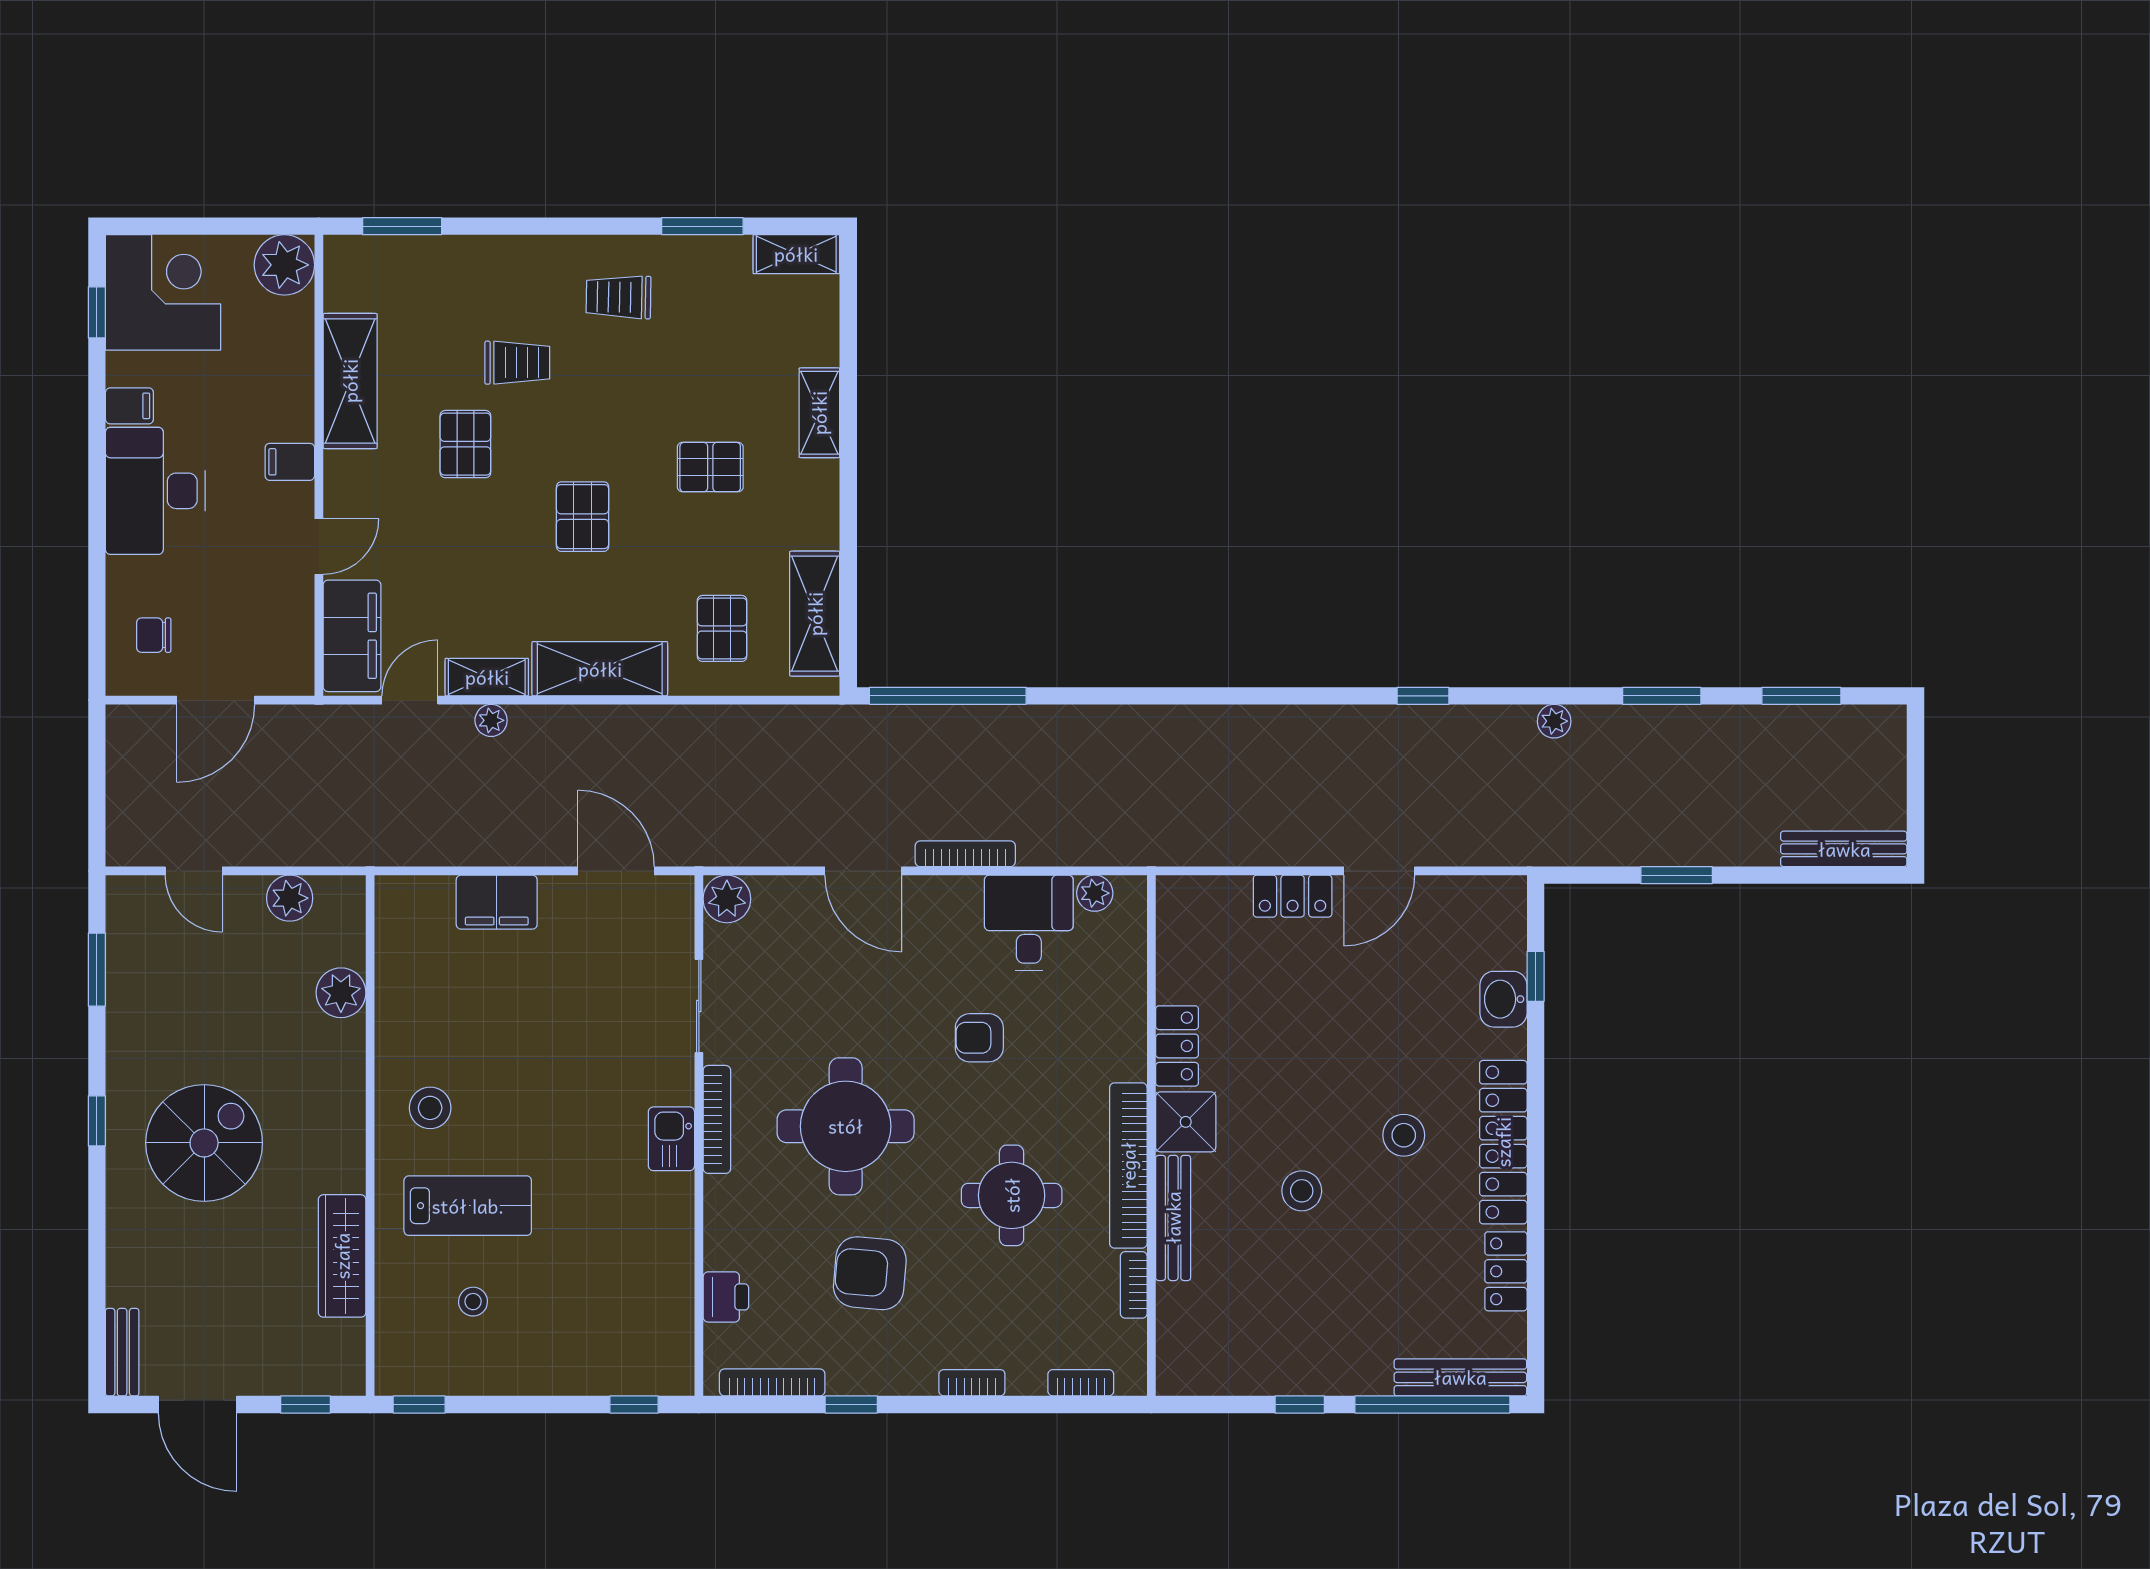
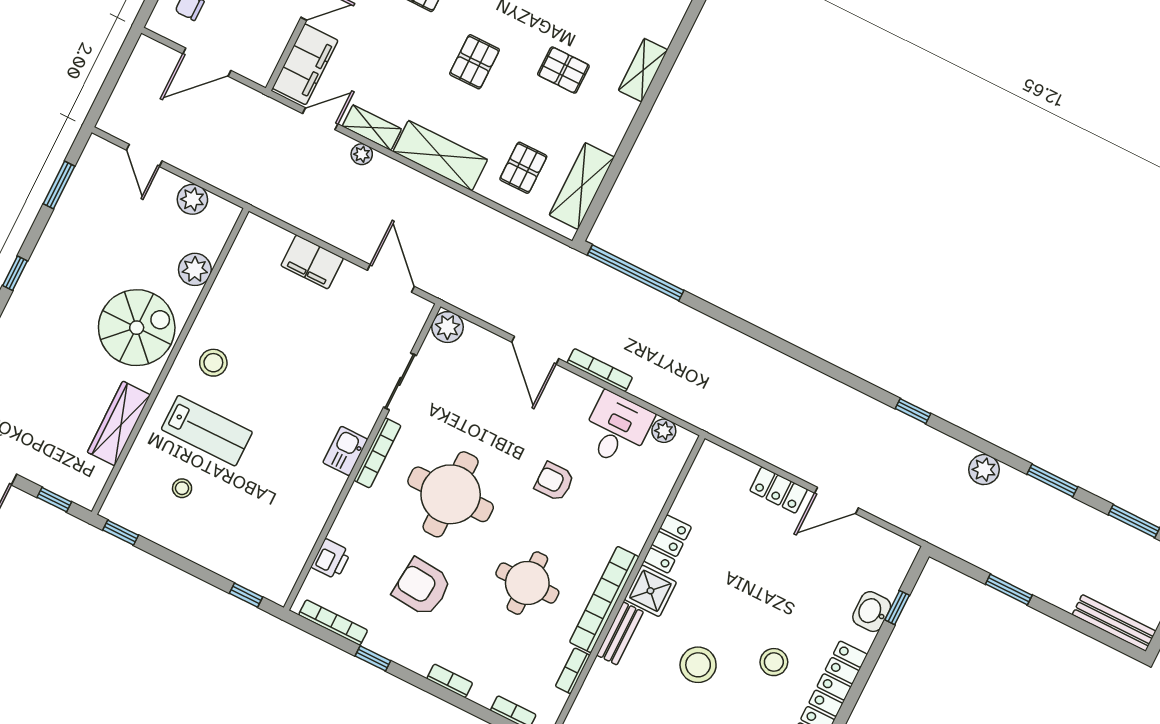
plant: (1554, 721) -> (984, 470), width x1.38, depth x1.38
spiral stairs: (204, 1143) -> (137, 328), moved
stool: (1302, 1191) -> (698, 665), width x1.38, depth x1.38
bench: (1173, 1218) -> (620, 633), width x0.73

